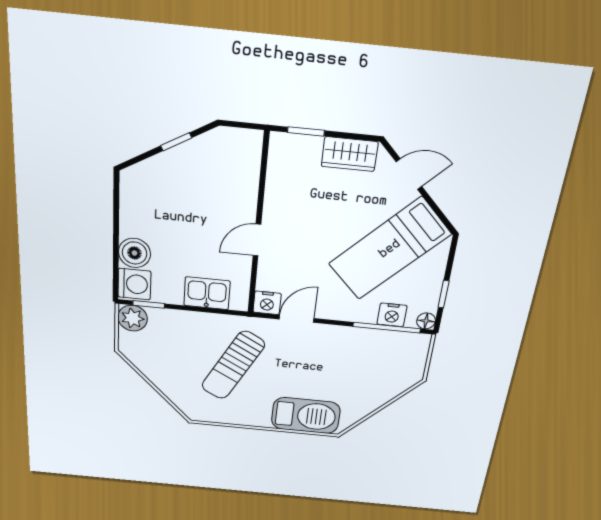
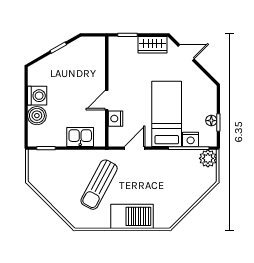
bed: (390, 249) -> (167, 114), moved, turned 135
washing machine: (134, 284) -> (37, 96), moved
nightstand: (267, 303) -> (115, 119), moved, turned 90
plant: (133, 318) -> (208, 158), moved
floor lamp: (426, 321) -> (211, 121), moved
barbecue: (306, 416) -> (132, 216), moved

